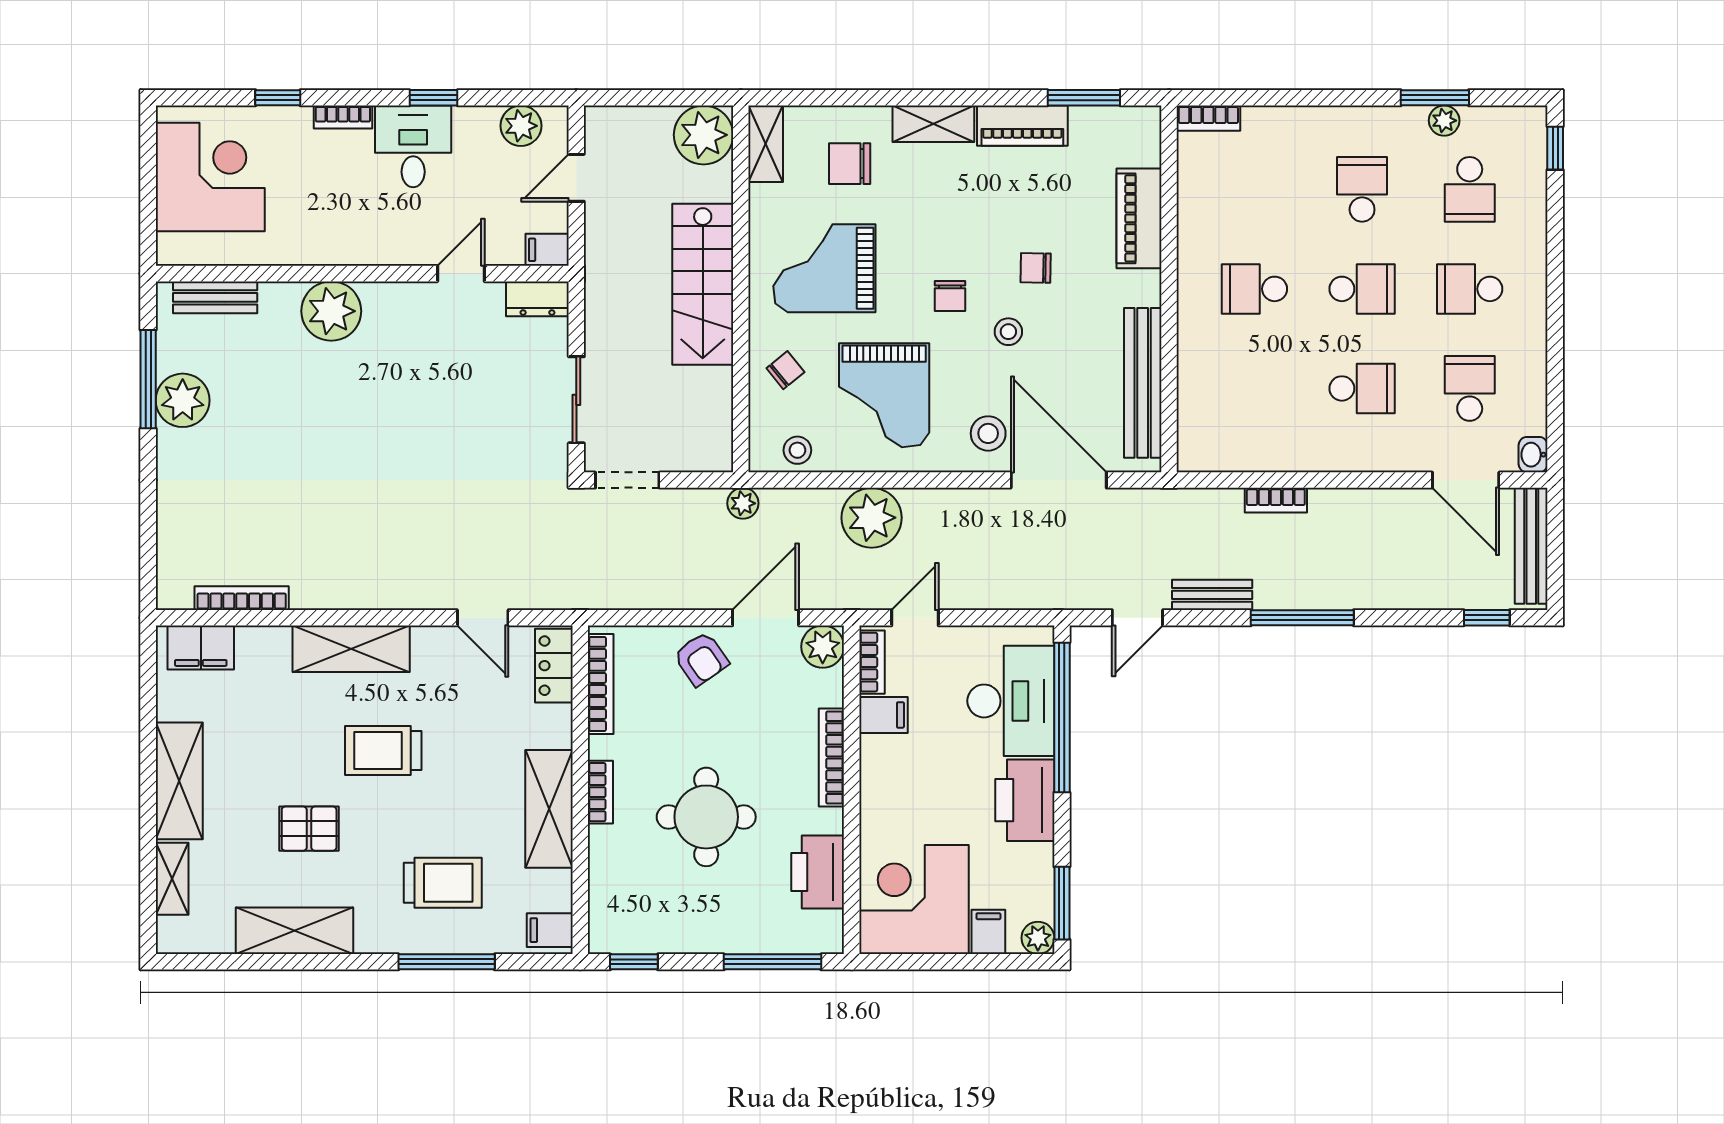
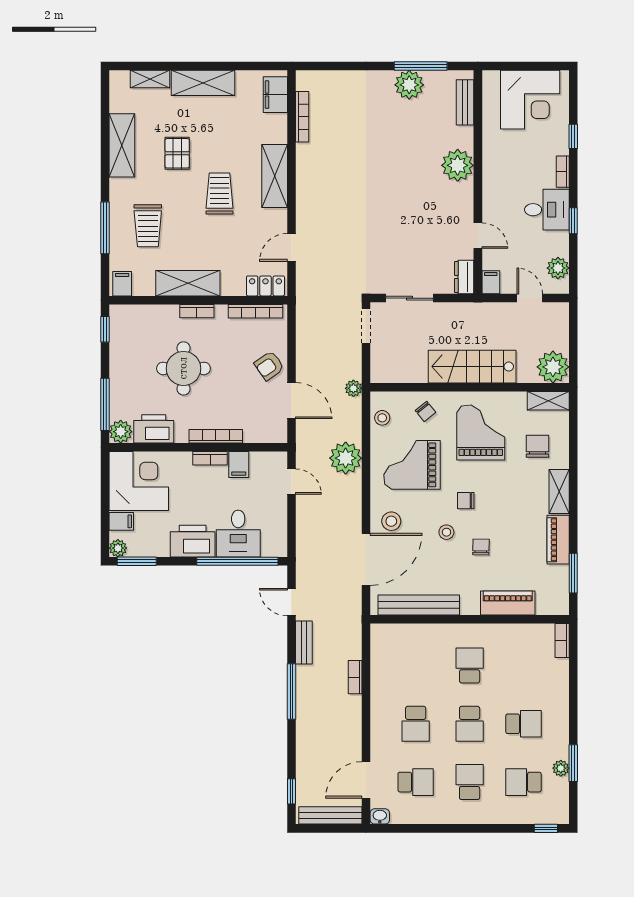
plant: (823, 647) -> (121, 432), moved
bookcase: (872, 662) -> (210, 458), moved
desk: (1011, 701) -> (238, 534), width x0.73

